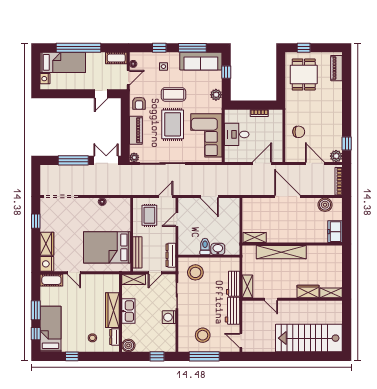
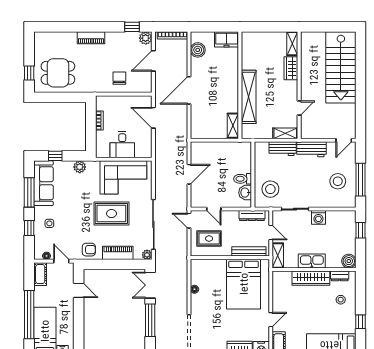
piano: (336, 68) -> (91, 38), moved
coffee table: (173, 94) -> (79, 213), removed
washbasin: (218, 249) -> (245, 193), moved

